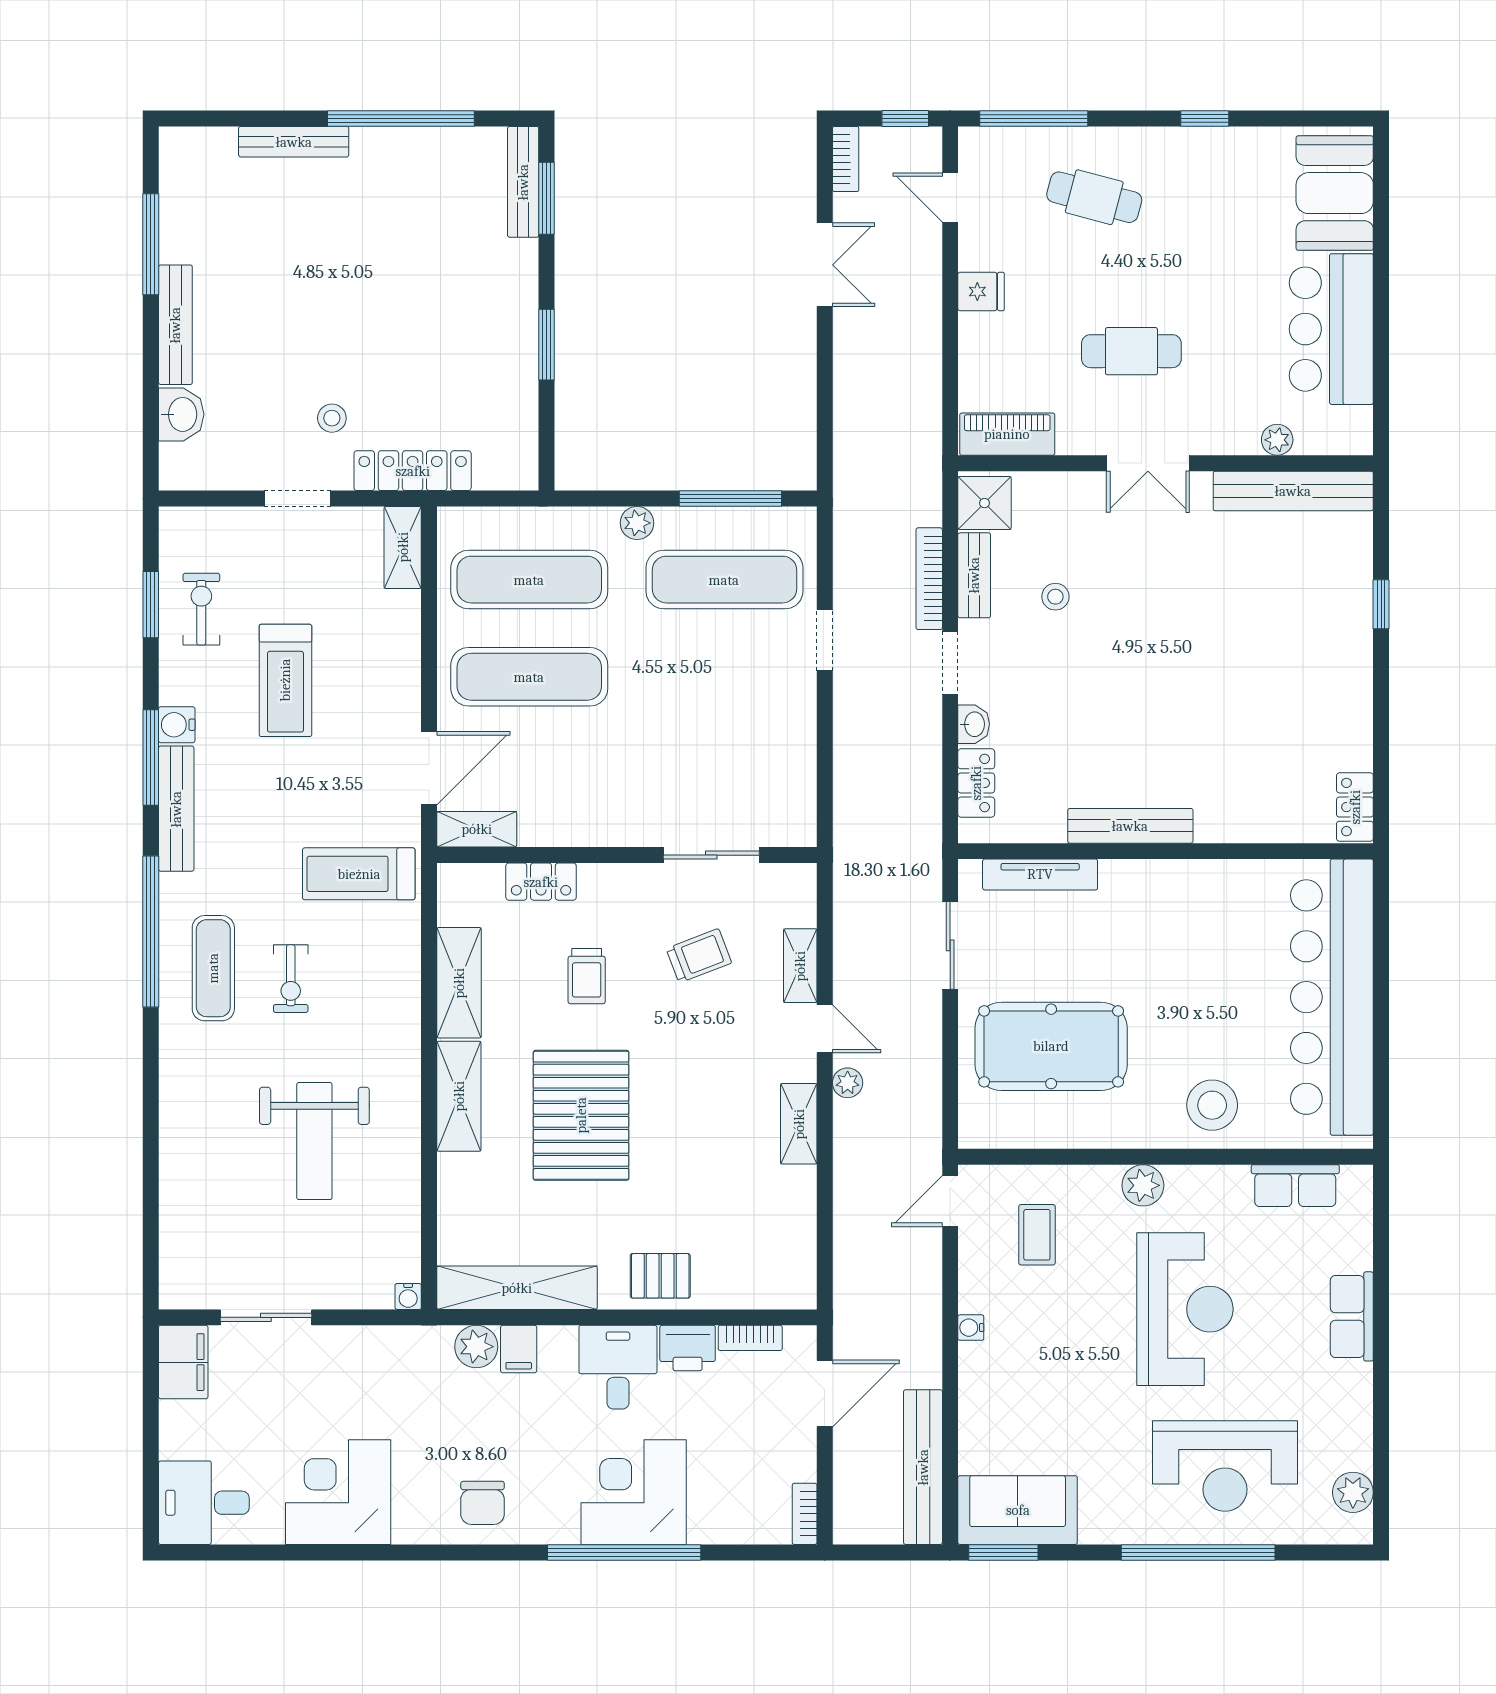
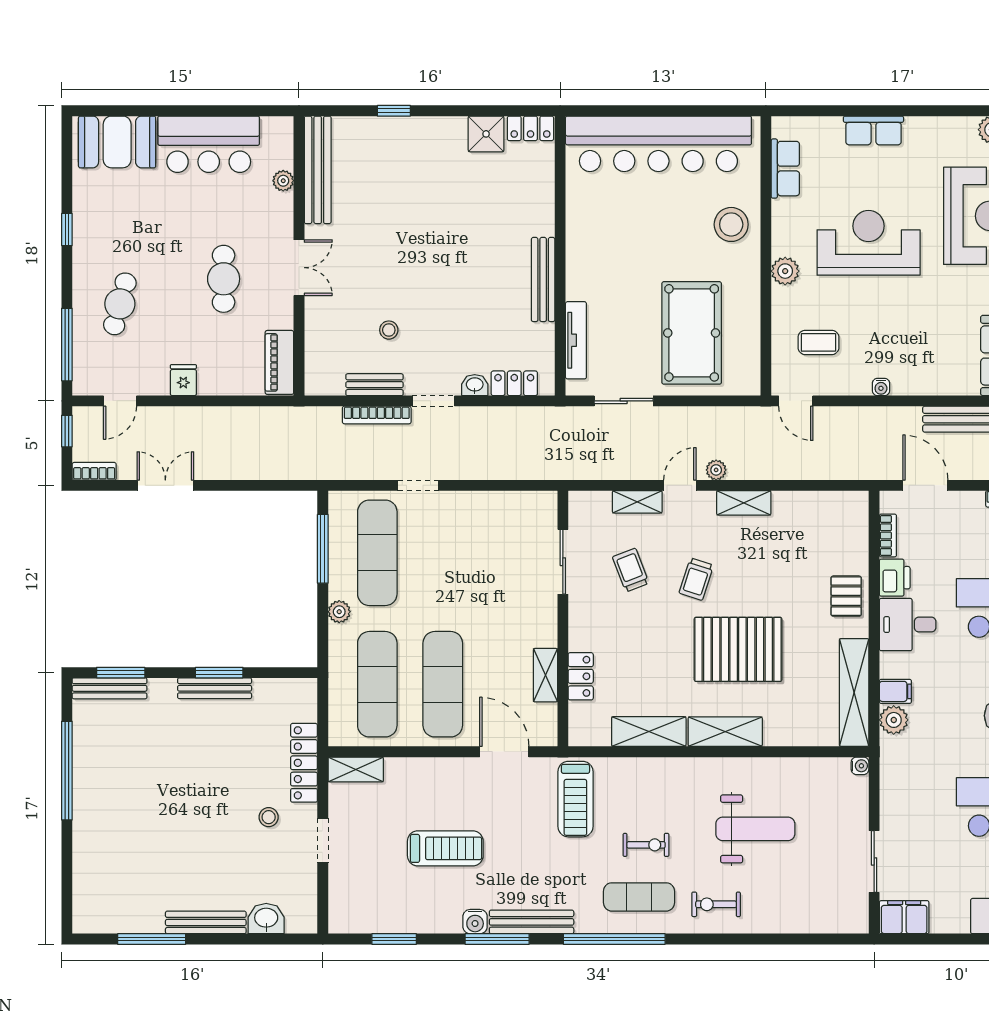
bench: (294, 142) -> (215, 688), moved, turned 90
shower: (985, 503) -> (486, 134), moved
exercise bike: (201, 609) -> (716, 904), moved
shelving: (477, 829) -> (545, 675), moved
trolley: (587, 976) -> (696, 579), moved, turned 108

